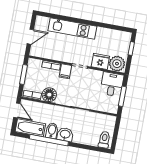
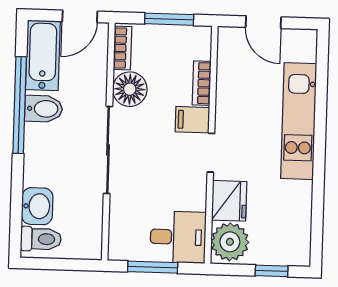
washbasin: (65, 134) -> (37, 206), moved

